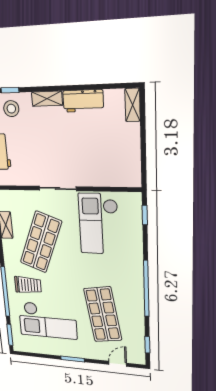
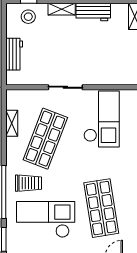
checkout: (99, 224) -> (101, 119), turned 180
checkout: (48, 320) -> (46, 219), turned 180

